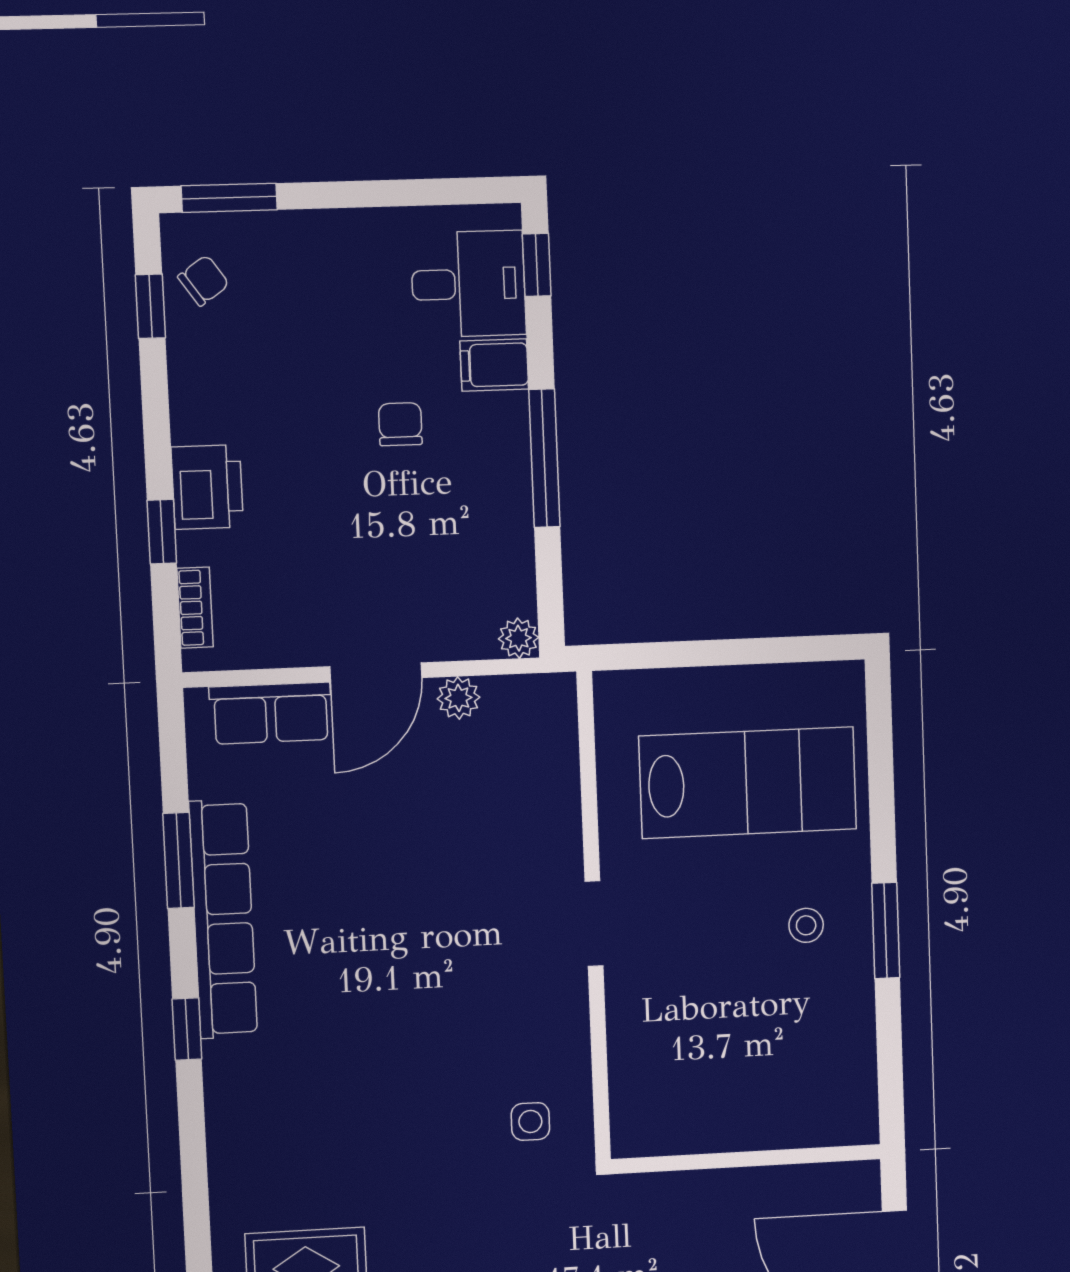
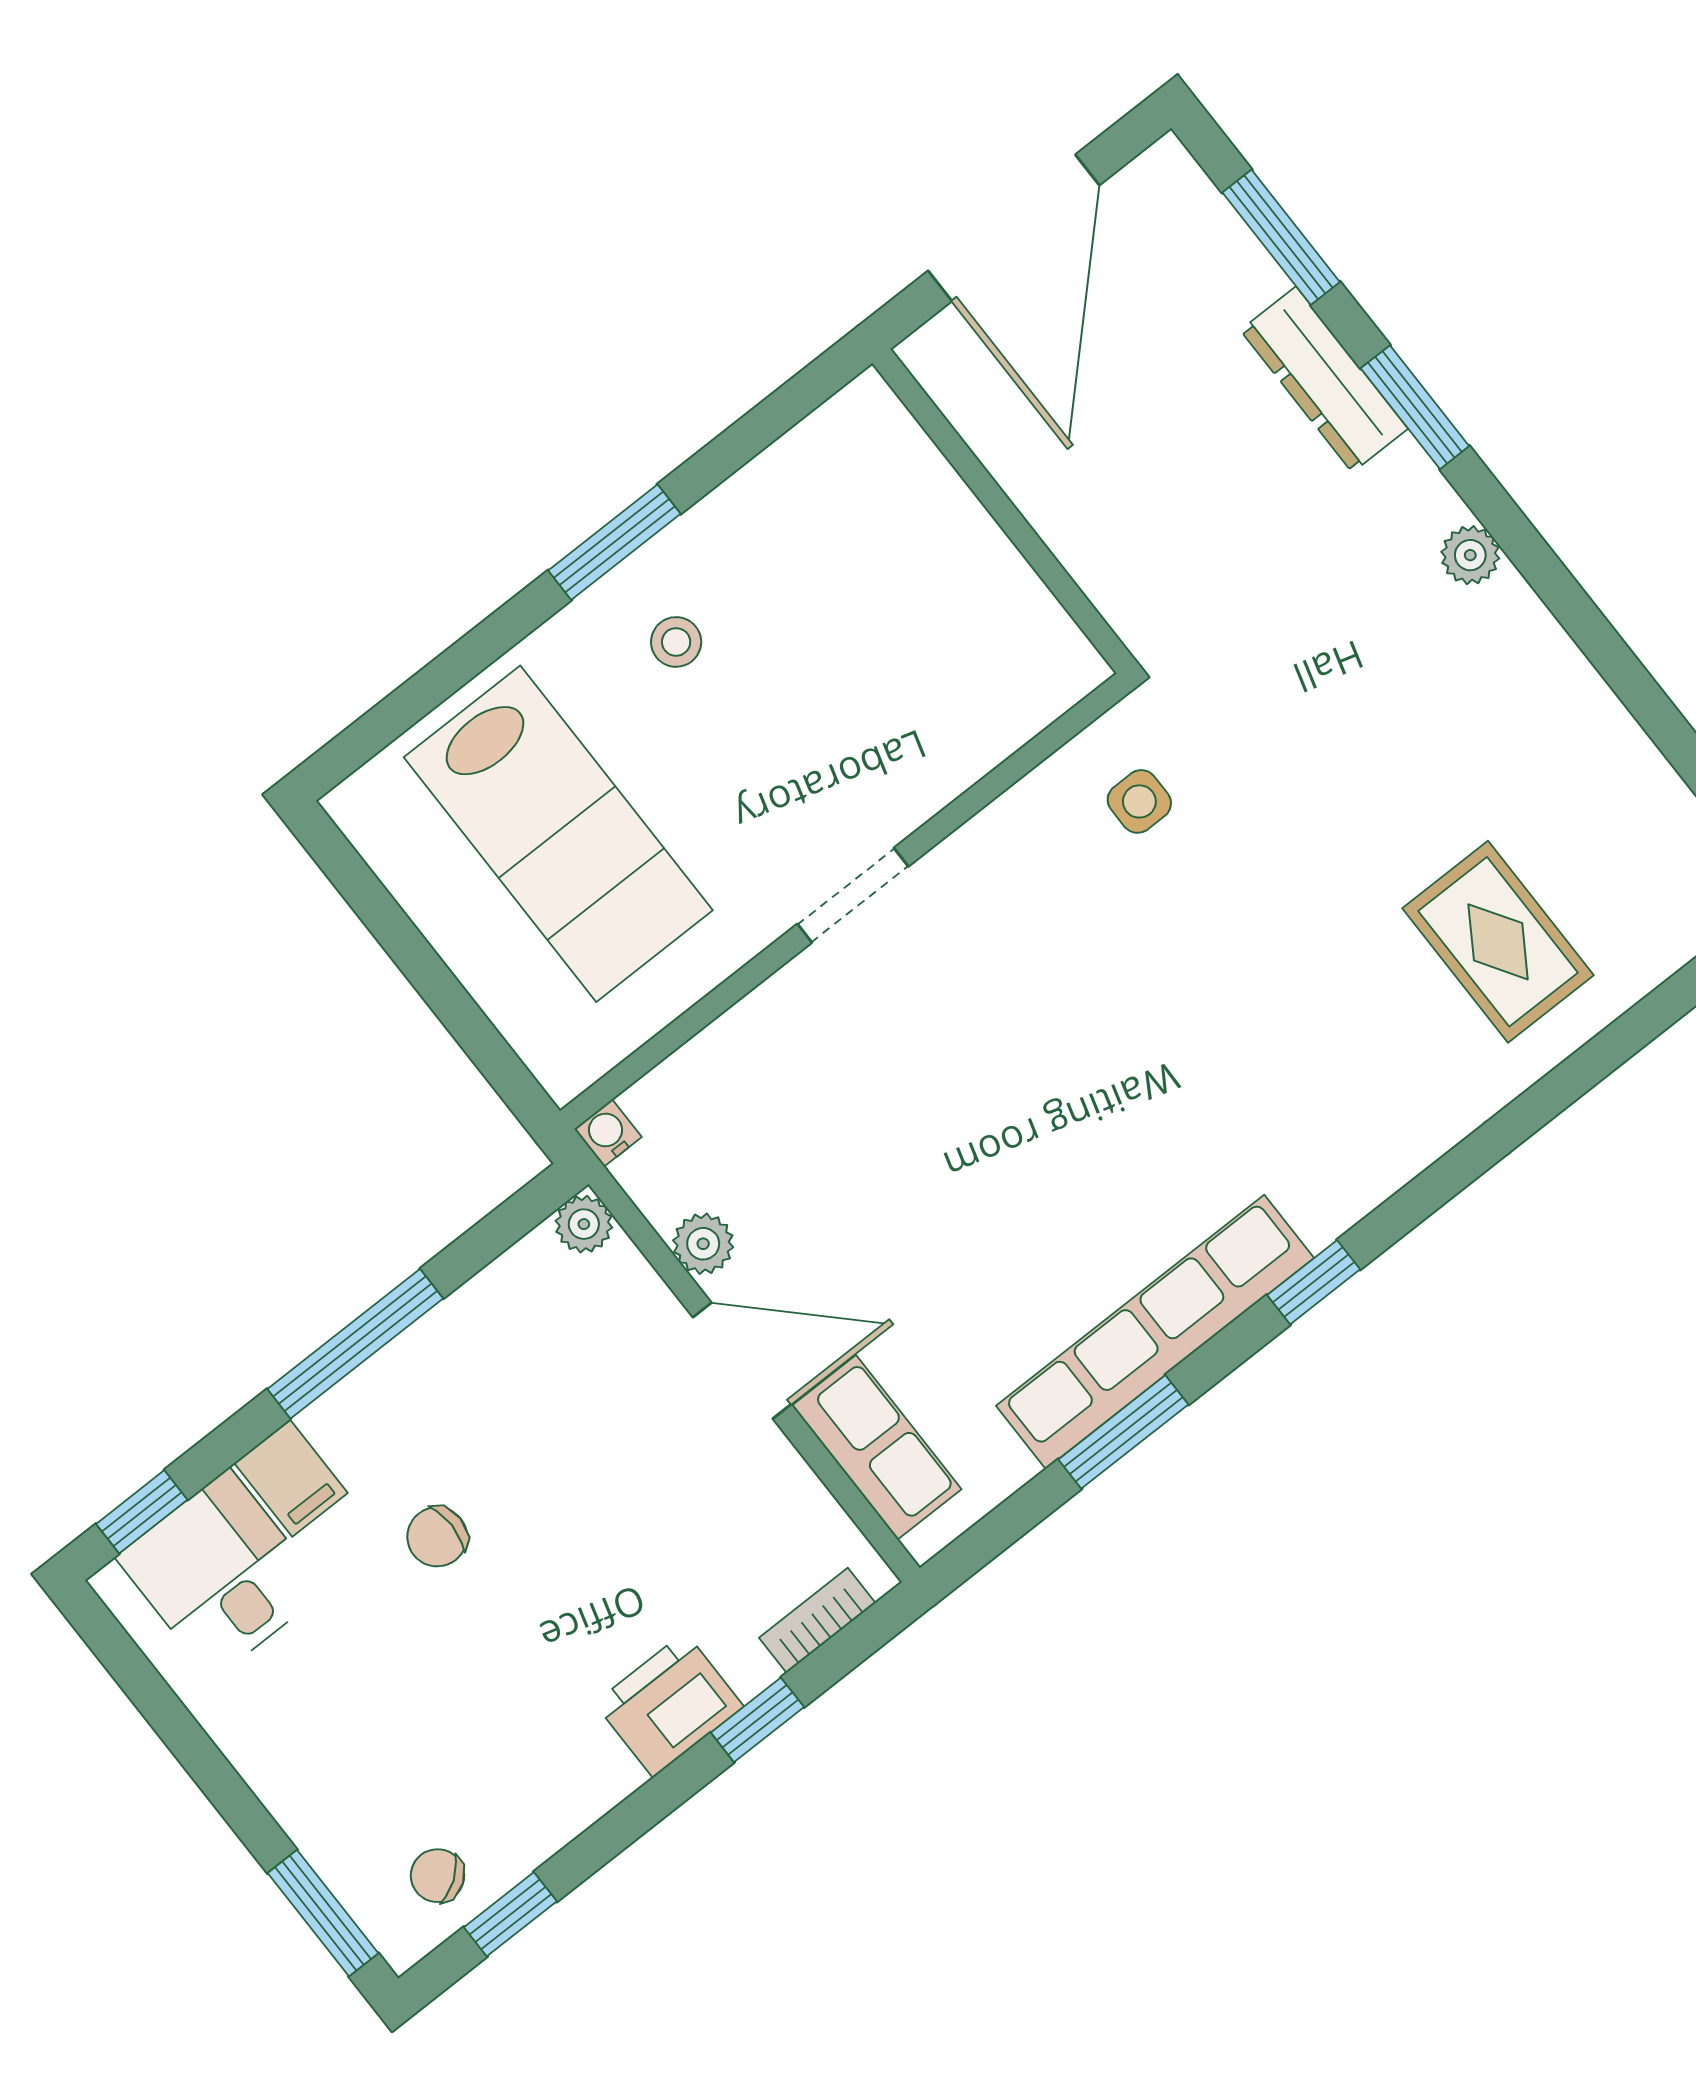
water cooler: (560, 689) -> (608, 1133), added
lab bench: (748, 783) -> (558, 834), turned 180

